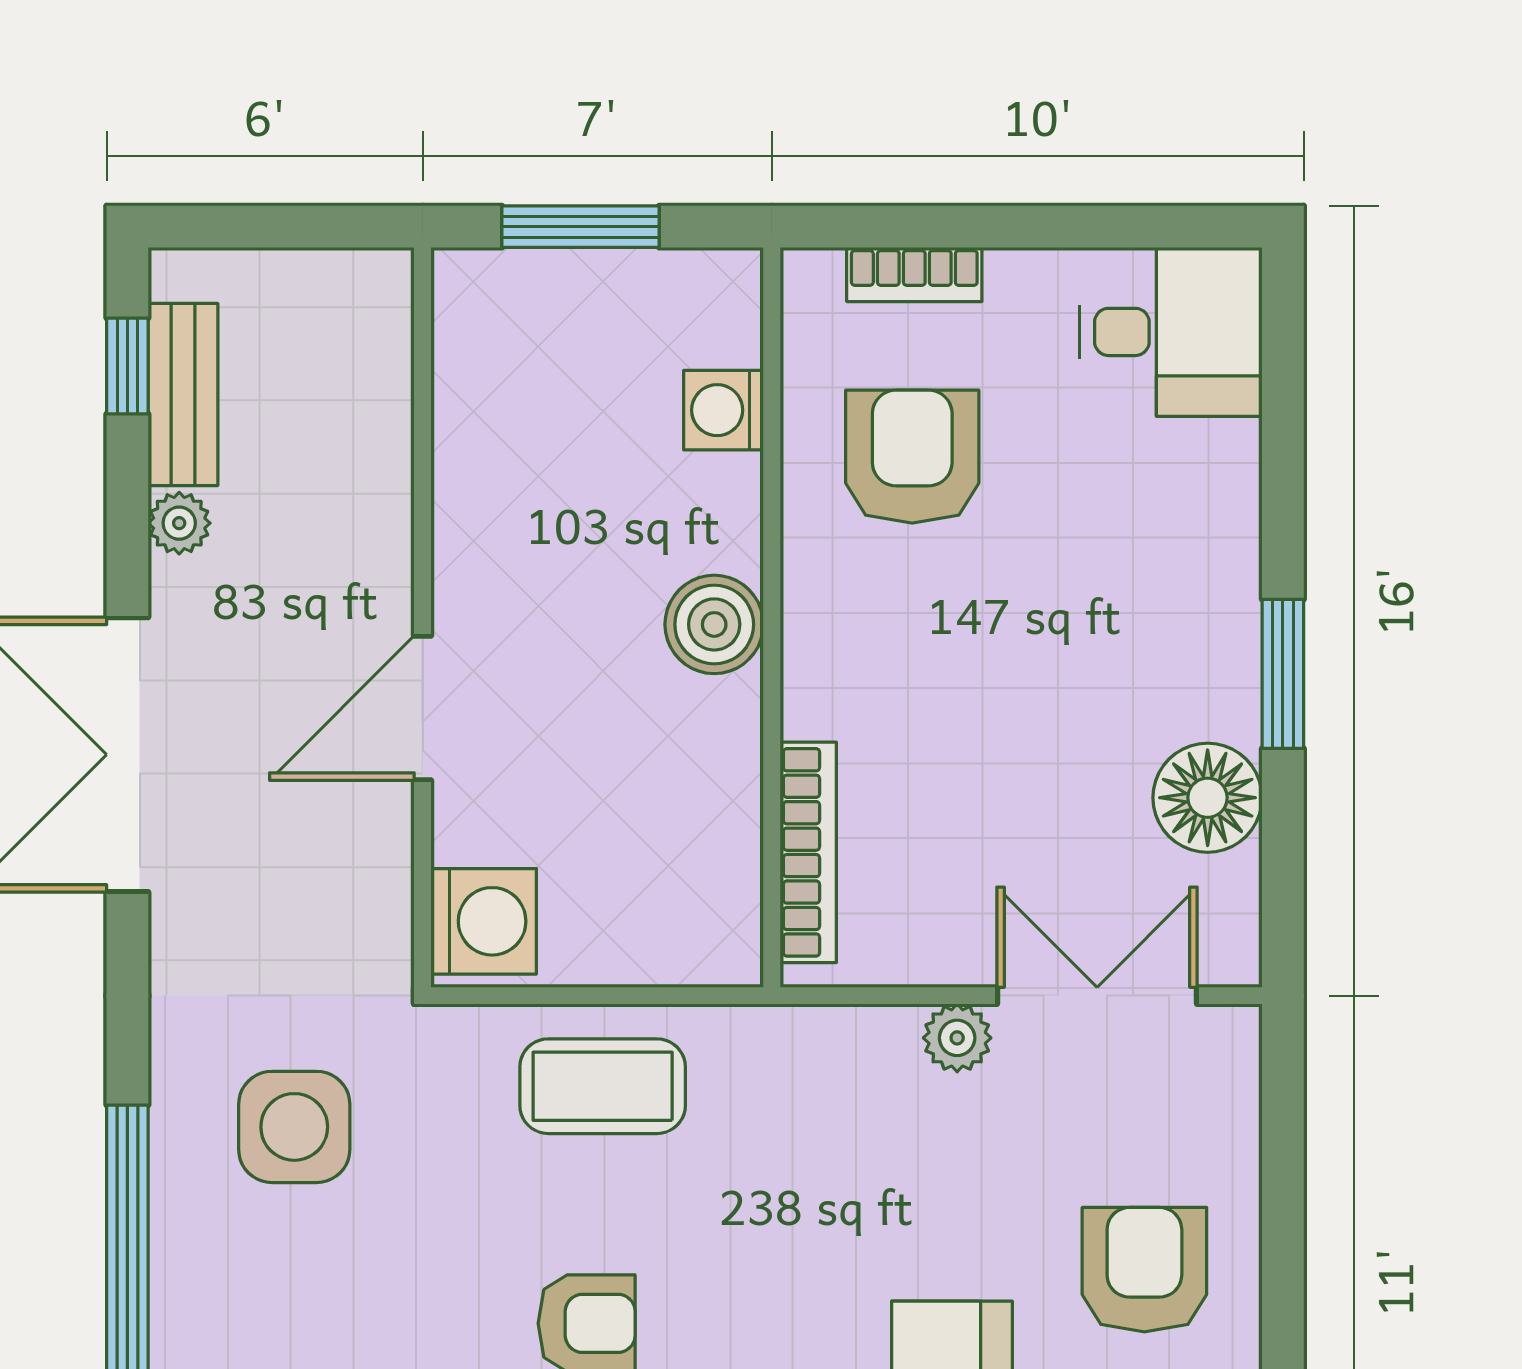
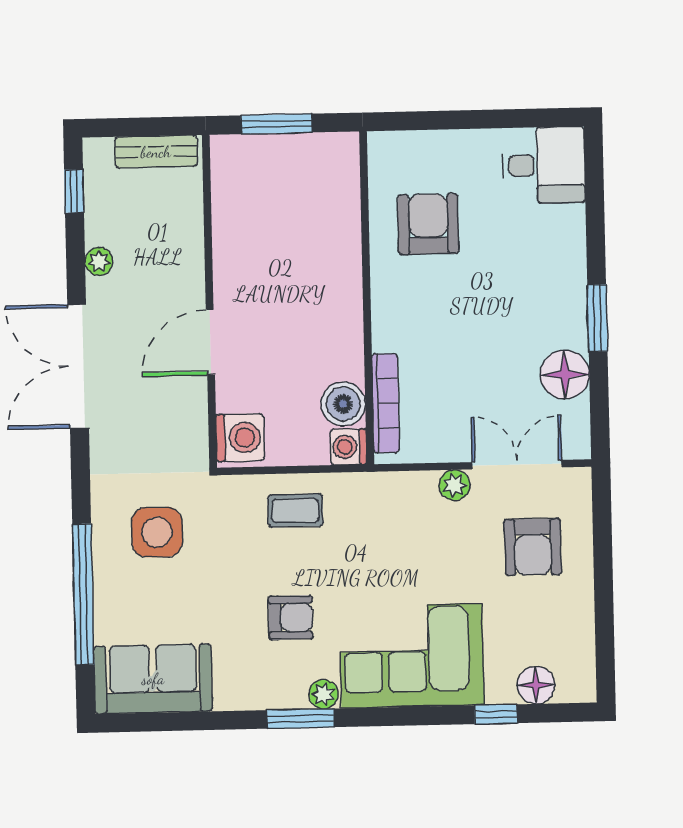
bookcase: (914, 275) -> (427, 142), removed
bench: (183, 394) -> (156, 152), moved, turned 90
washing machine: (724, 410) -> (348, 447), moved
boiler: (714, 624) -> (343, 404), moved
coffee table: (603, 1086) -> (295, 511), width x0.73, depth x0.77
armchair: (1144, 1270) -> (533, 547), moved, turned 180

